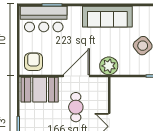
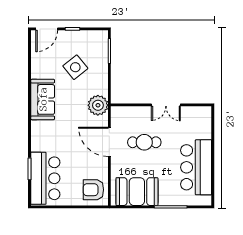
sofa: (107, 17) -> (43, 99), width x0.73
booth: (40, 90) -> (137, 192), moved, turned 90

